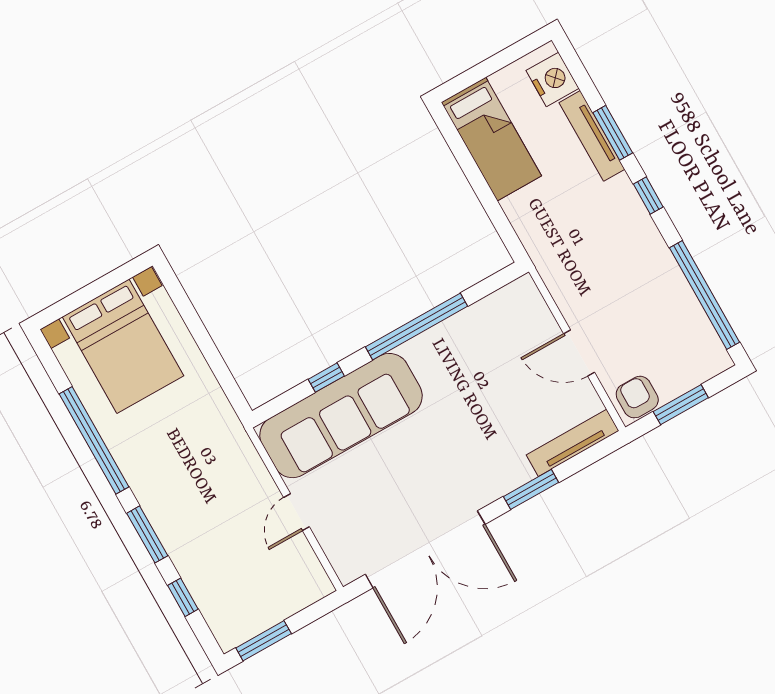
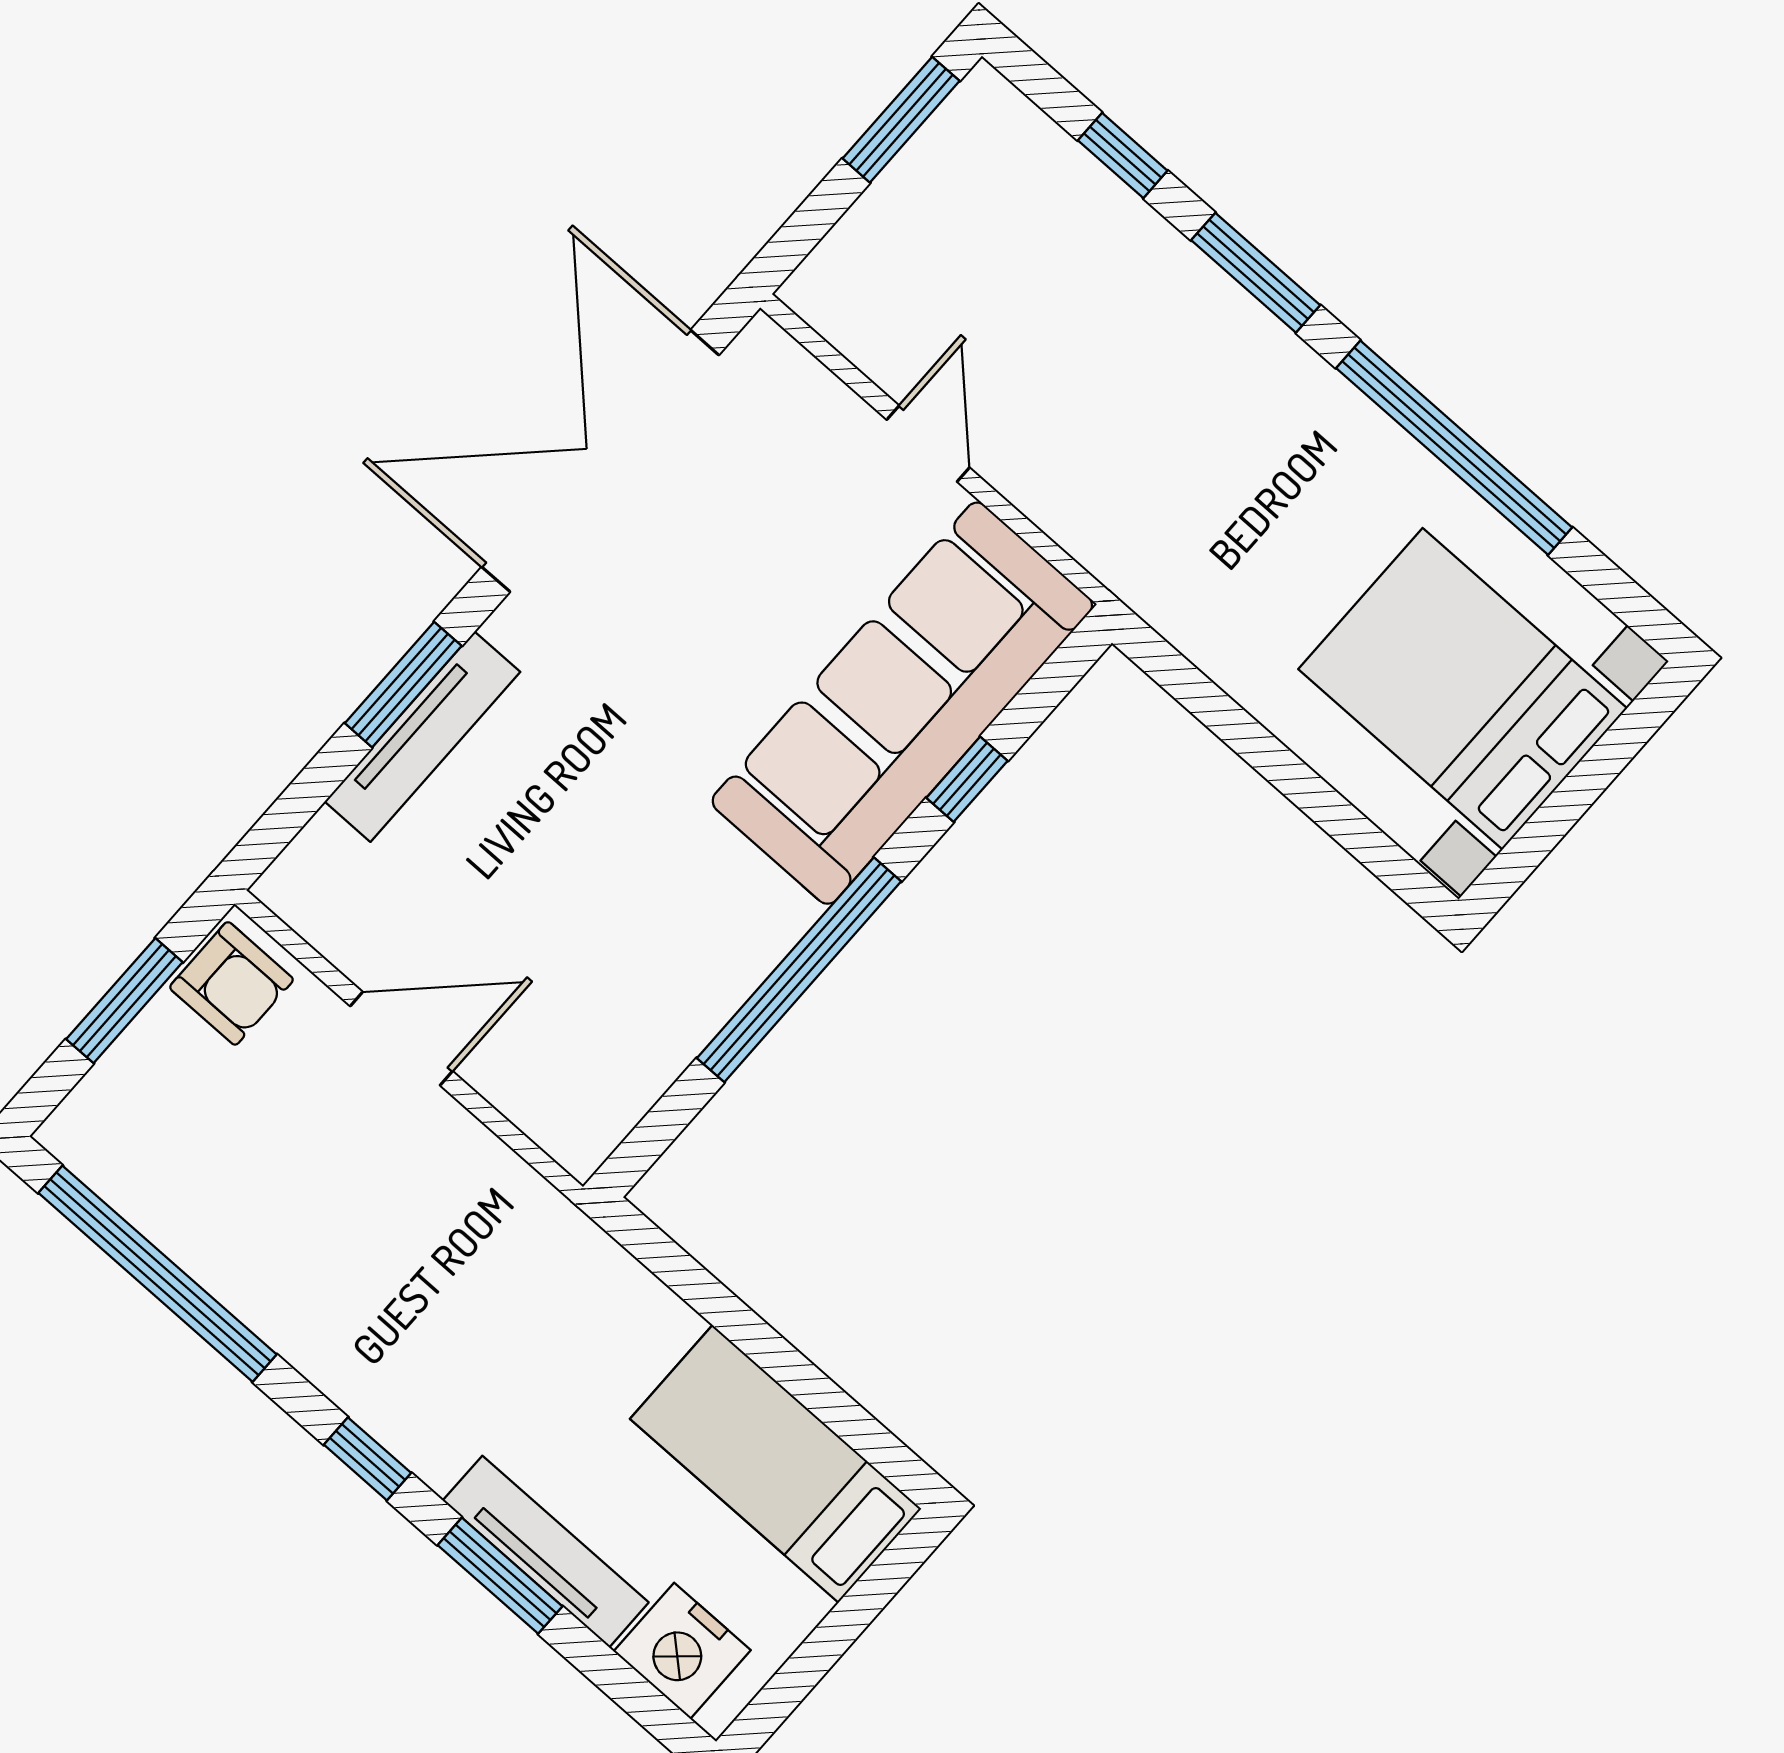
tv unit: (573, 443) -> (422, 737), moved

